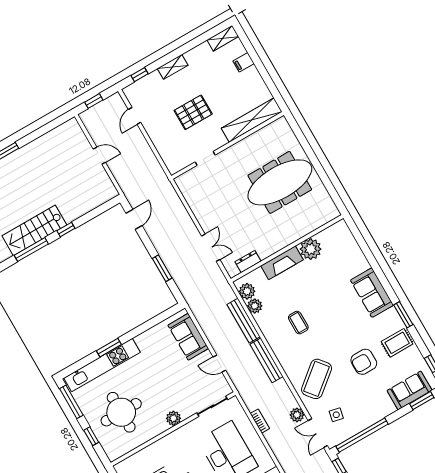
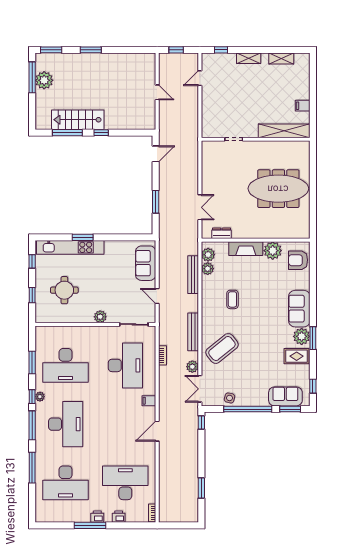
shelving: (223, 38) -> (281, 58), moved
filing cabinet: (244, 62) -> (303, 106), moved
pallet: (193, 112) -> (244, 100), removed
plant: (391, 320) -> (302, 336), added
bench: (266, 360) -> (193, 332), moved
armchair: (364, 362) -> (298, 260), moved
window: (71, 402) -> (32, 261), width x0.46
round table: (121, 412) -> (64, 290), width x0.73, depth x0.73
side table: (336, 415) -> (229, 398), moved
window: (362, 435) -> (248, 409), moved

